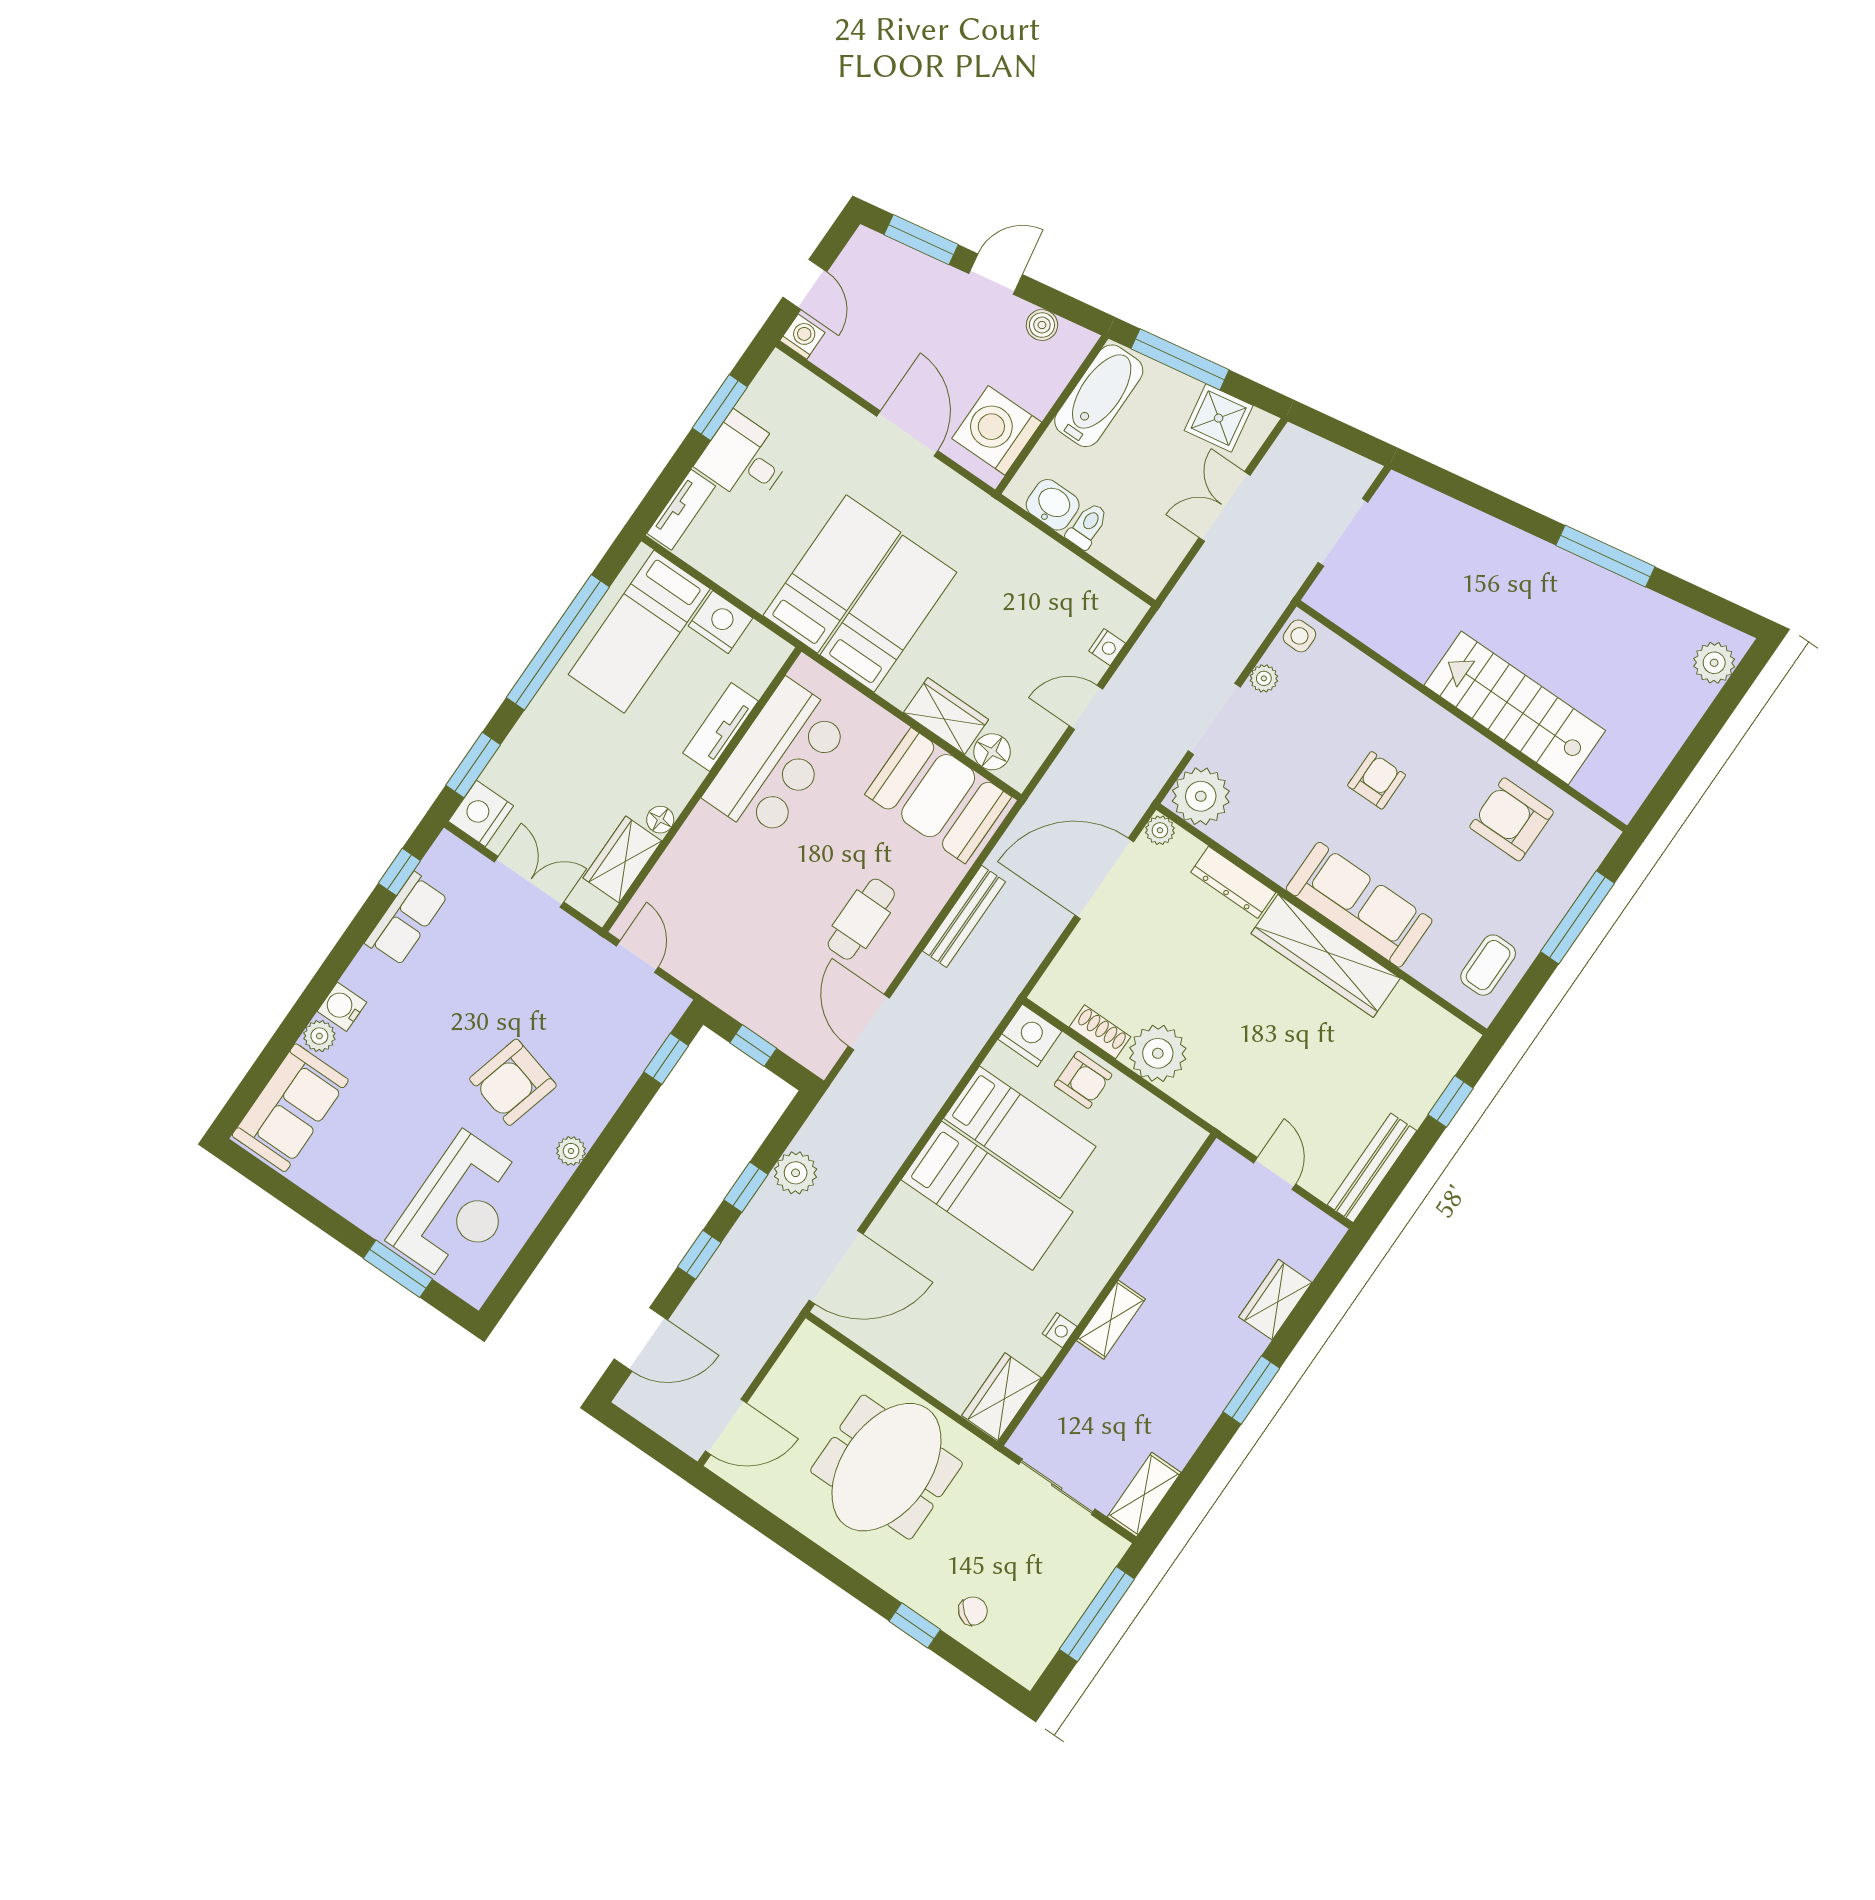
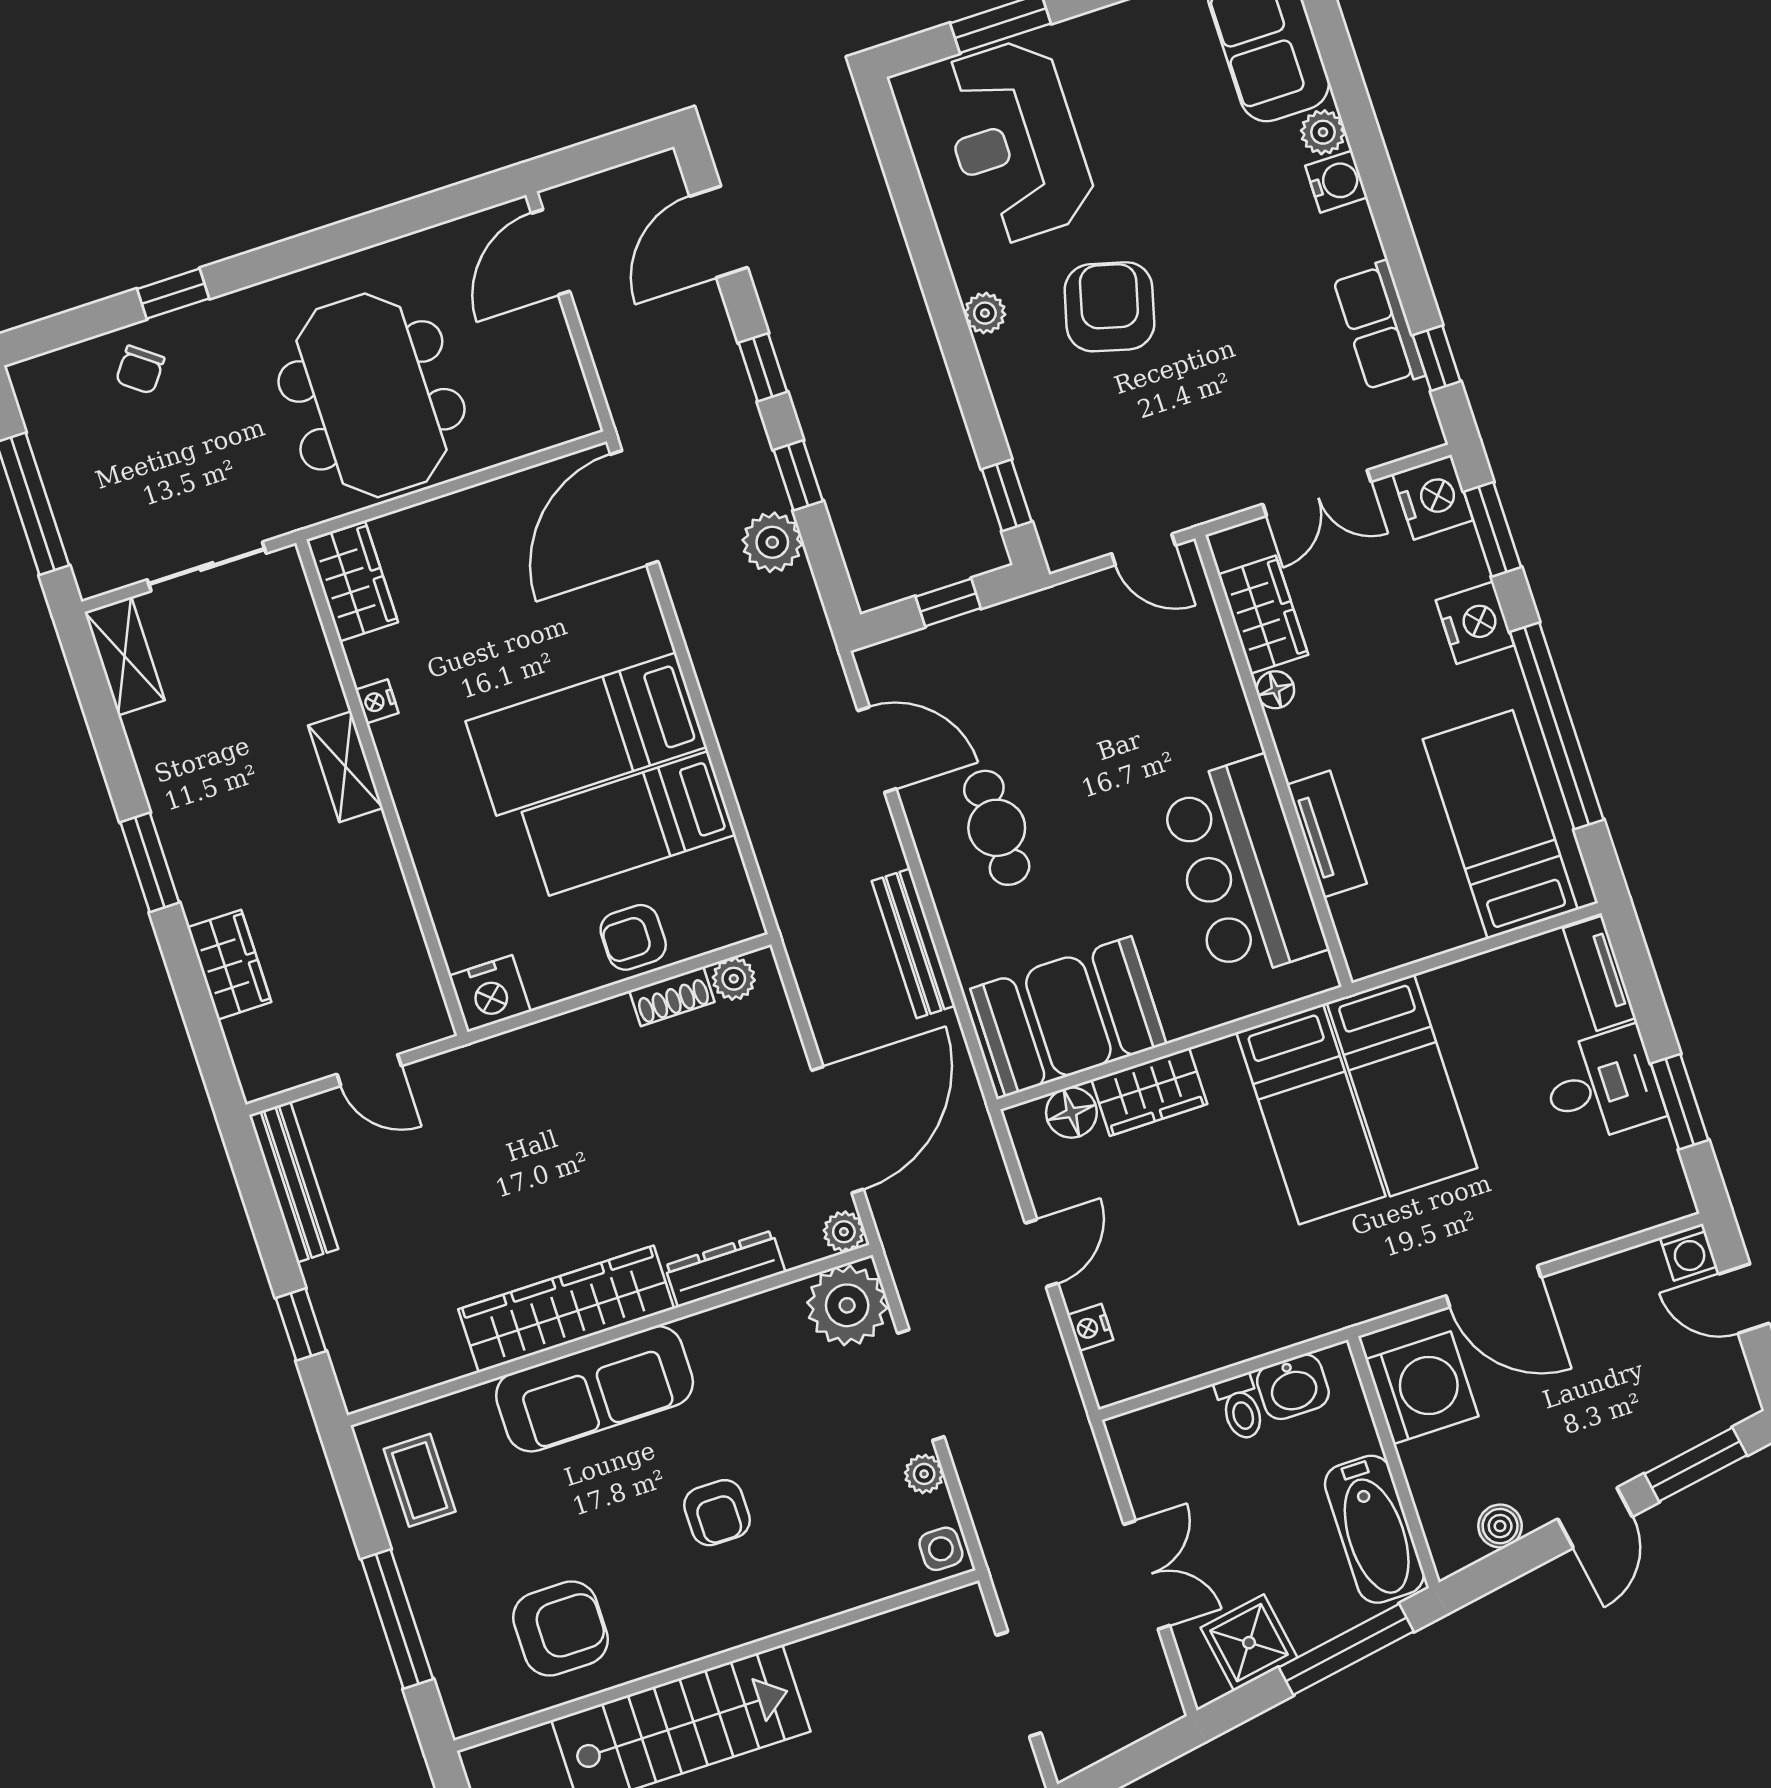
nightstand: (720, 622) -> (1475, 623), moved, turned -90
nightstand: (1030, 1035) -> (490, 994), moved
plant: (1158, 1053) -> (734, 979), moved, width x0.53, depth x0.53

